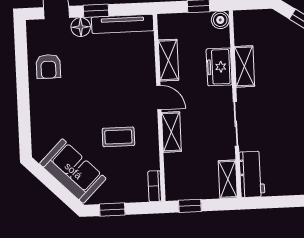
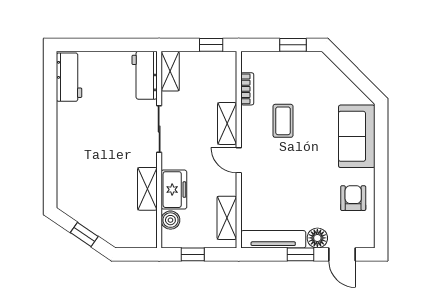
boiler: (220, 20) -> (170, 220), moved
shelving: (168, 60) -> (227, 218), moved
coffee table: (118, 137) -> (283, 121), turned 90
sofa: (73, 171) -> (357, 136), moved, turned 45
bookcase: (155, 186) -> (247, 89), moved

